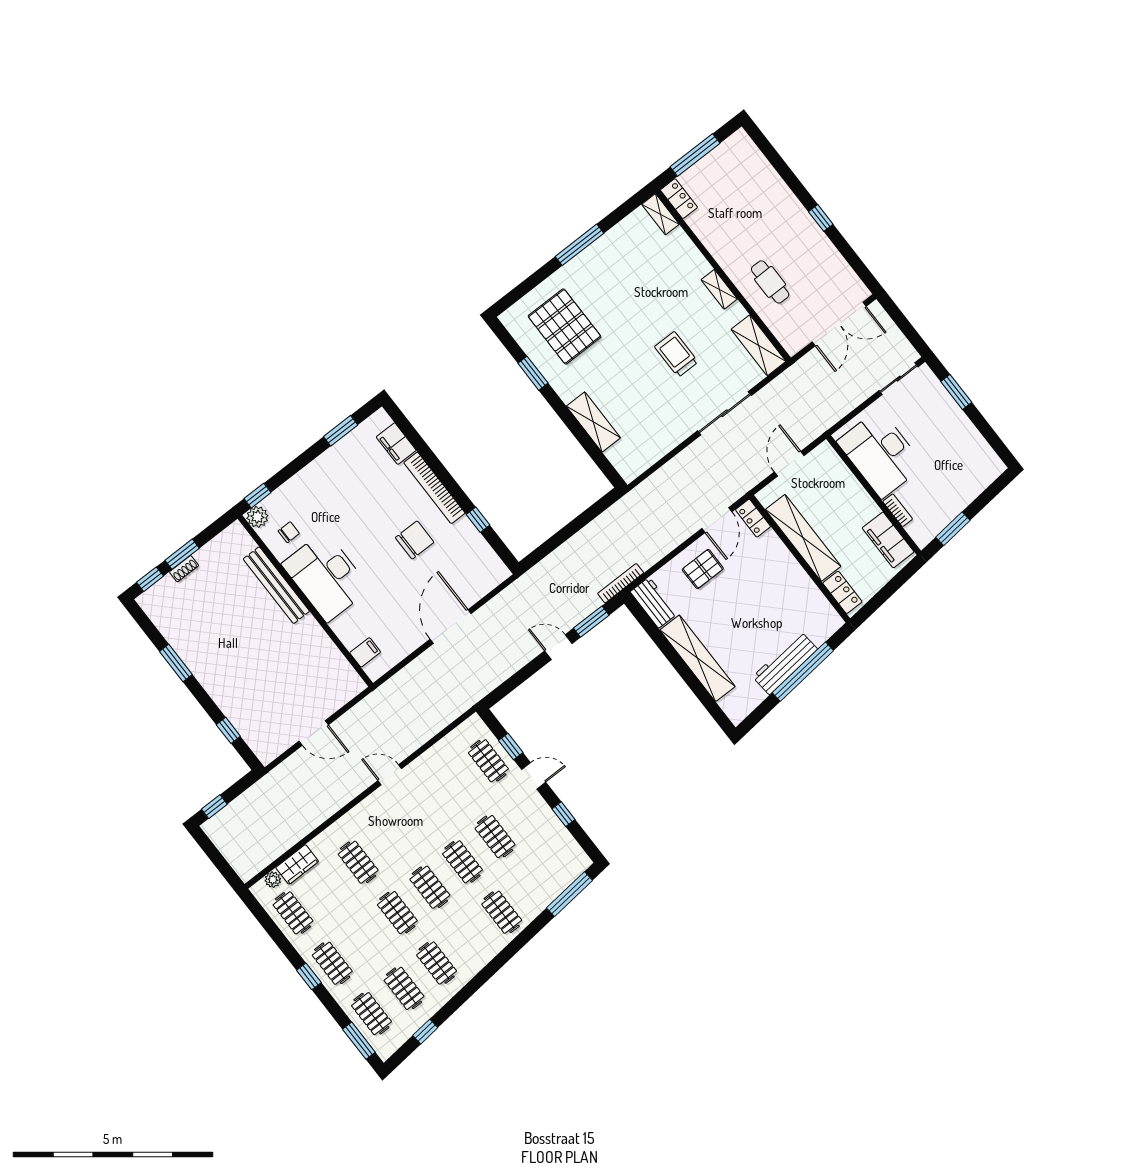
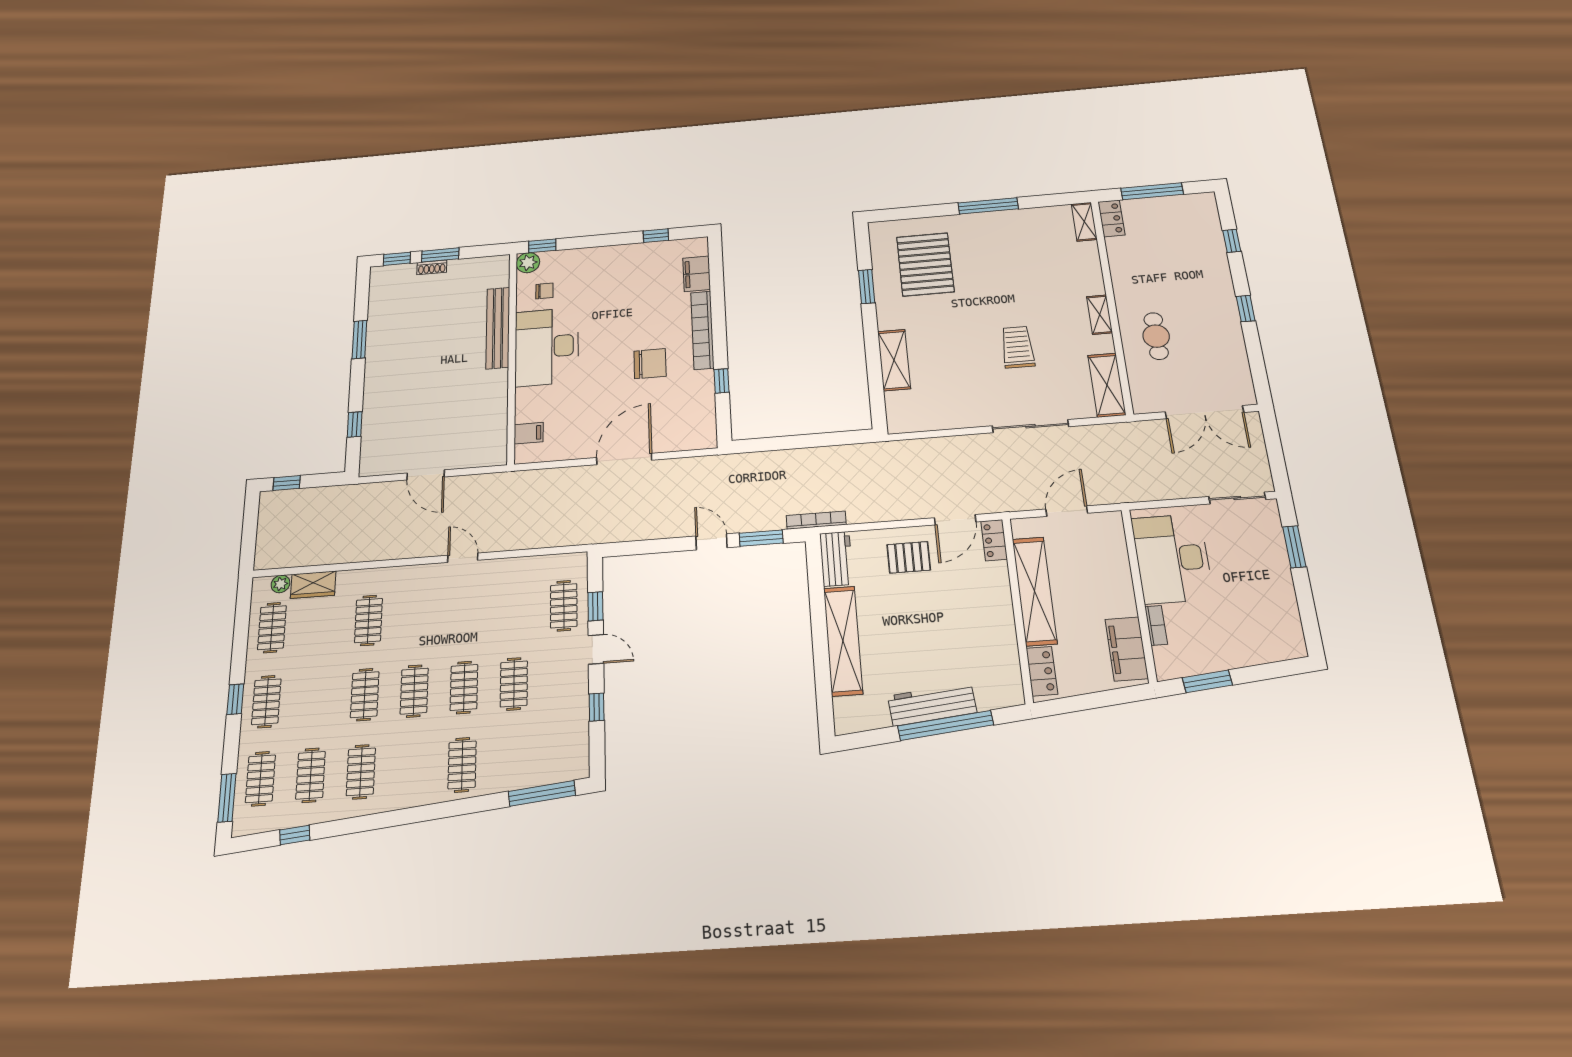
window: (779, 164) -> (1232, 241), added
window: (341, 431) -> (656, 236), width x0.67

